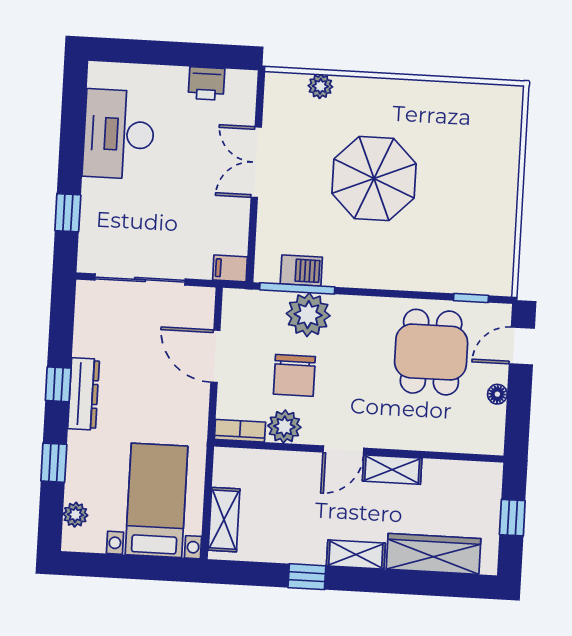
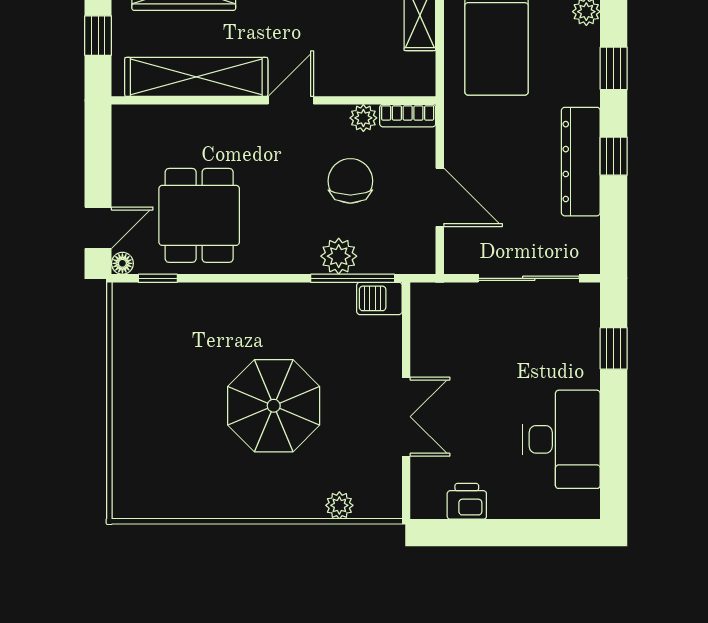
filing cabinet: (230, 268) -> (429, 296), removed
barbecue: (301, 270) -> (379, 298), moved
plant: (308, 315) -> (339, 256), width x0.73, depth x0.73
dresser: (84, 394) -> (581, 162), width x1.37, depth x1.24
floor lamp: (497, 394) -> (122, 263), moved
plant: (284, 427) -> (363, 118), width x0.73, depth x0.73
shelving: (392, 470) -> (196, 77), width x2.20, depth x1.33

